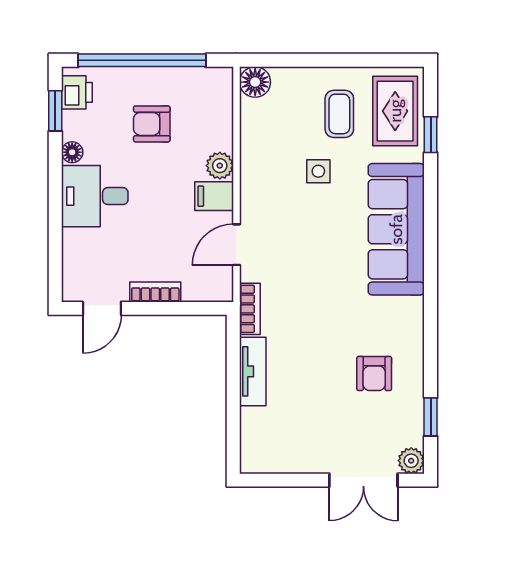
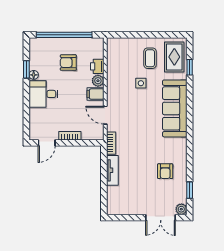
floor lamp: (255, 82) -> (113, 44), removed
printer: (77, 92) -> (97, 66), moved, turned 180
window: (55, 111) -> (26, 69), moved
door: (237, 245) -> (105, 115), hinge flipped

